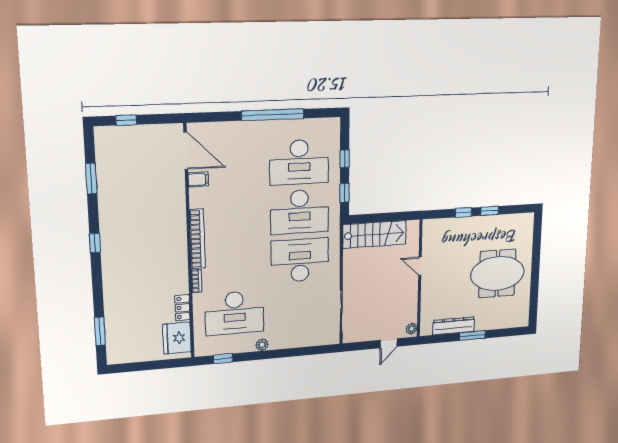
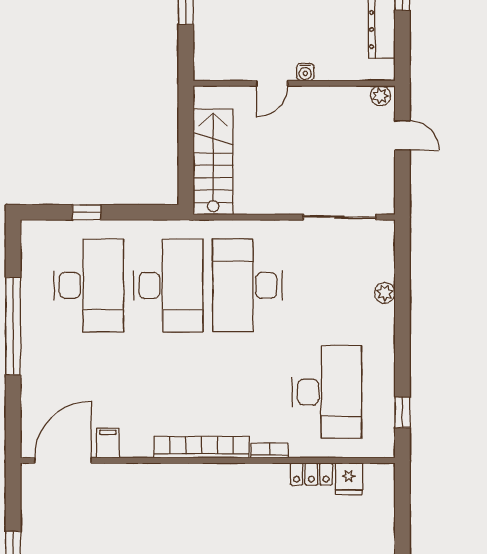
window: (345, 193) -> (142, 212), removed
water cooler: (426, 285) -> (305, 72), added
fridge: (177, 338) -> (349, 479), width x0.53, depth x0.75
plant: (262, 345) -> (385, 293), moved

